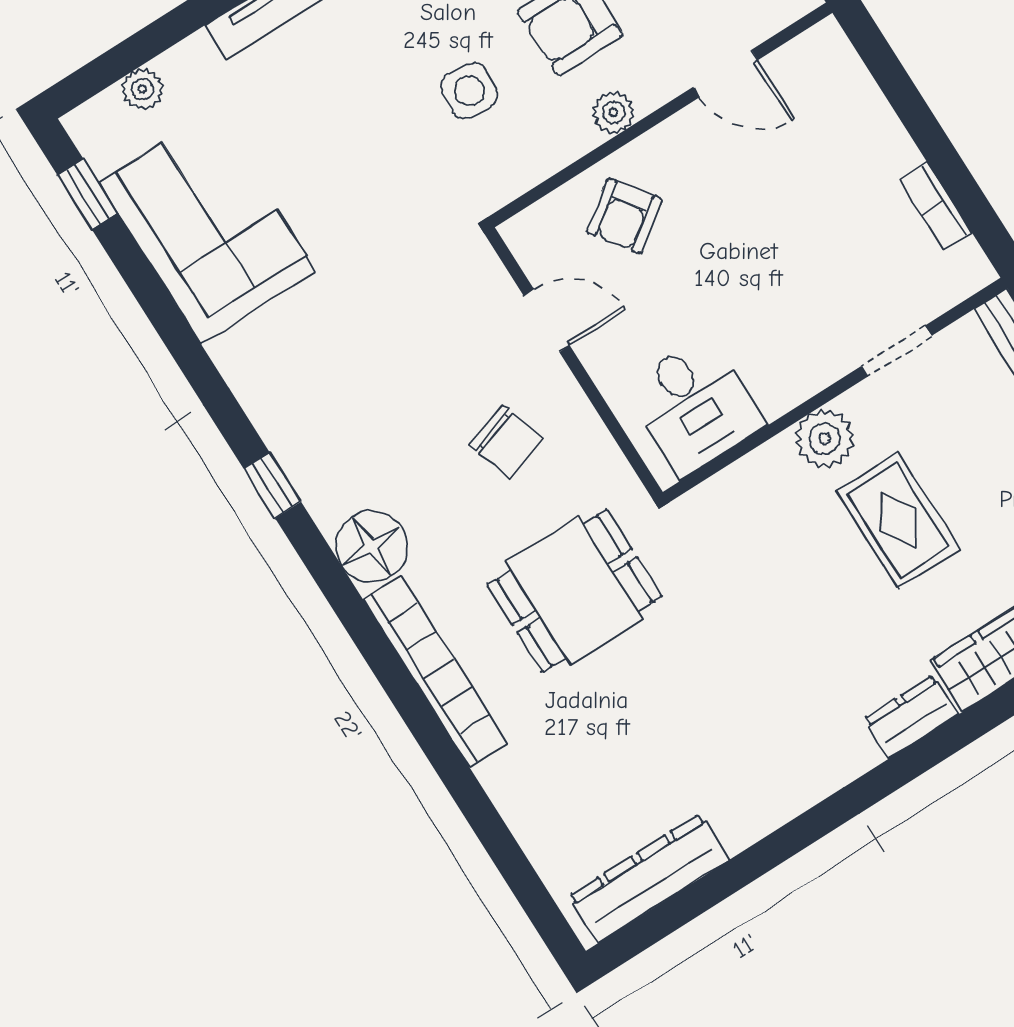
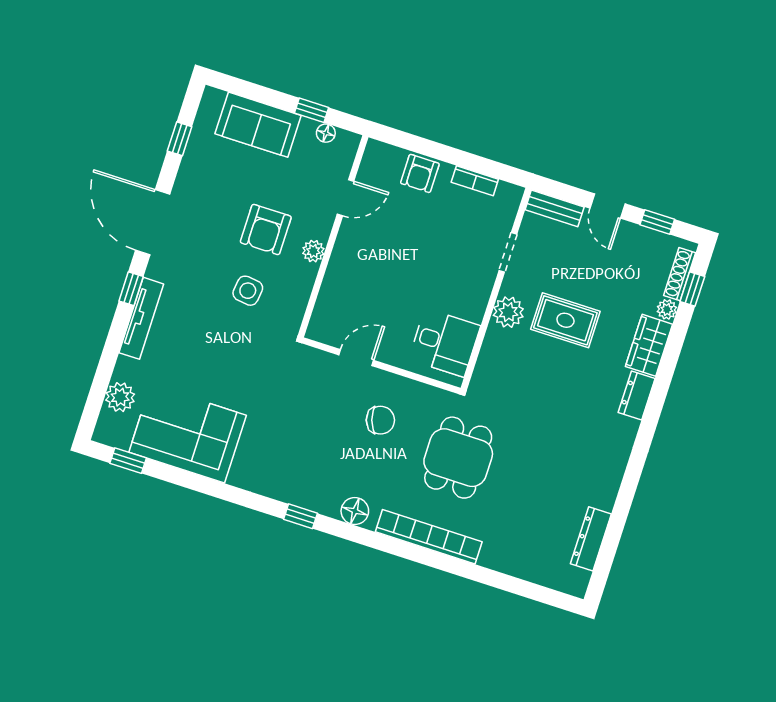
plant: (142, 89) -> (120, 397), width x1.38, depth x1.38
armchair: (624, 216) -> (420, 173), moved, turned 36
floor lamp: (372, 547) -> (355, 511), width x0.73, depth x0.73
dresser: (649, 878) -> (591, 539), width x0.73, depth x0.80

